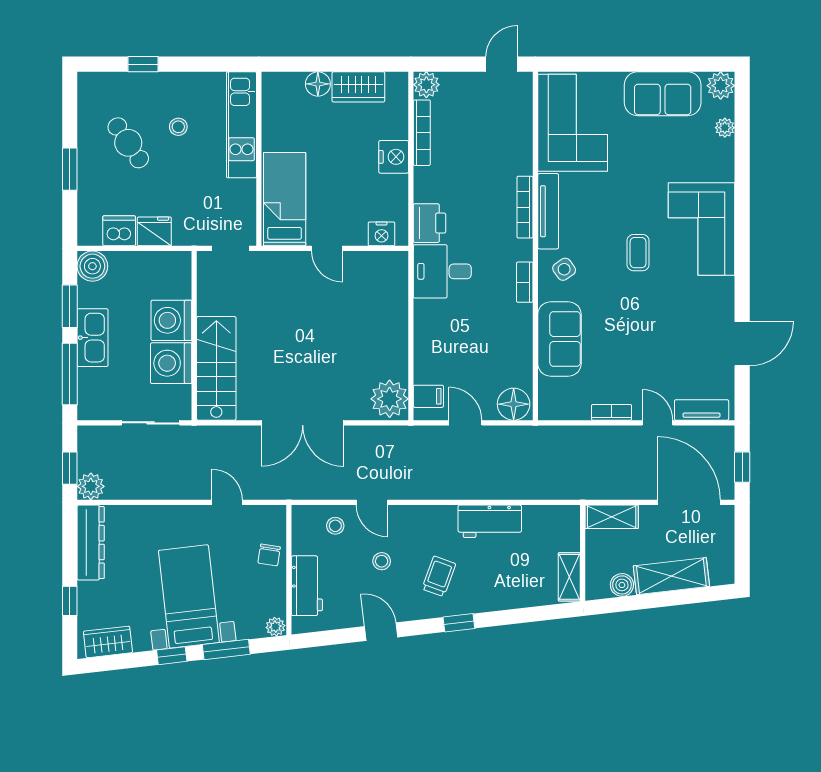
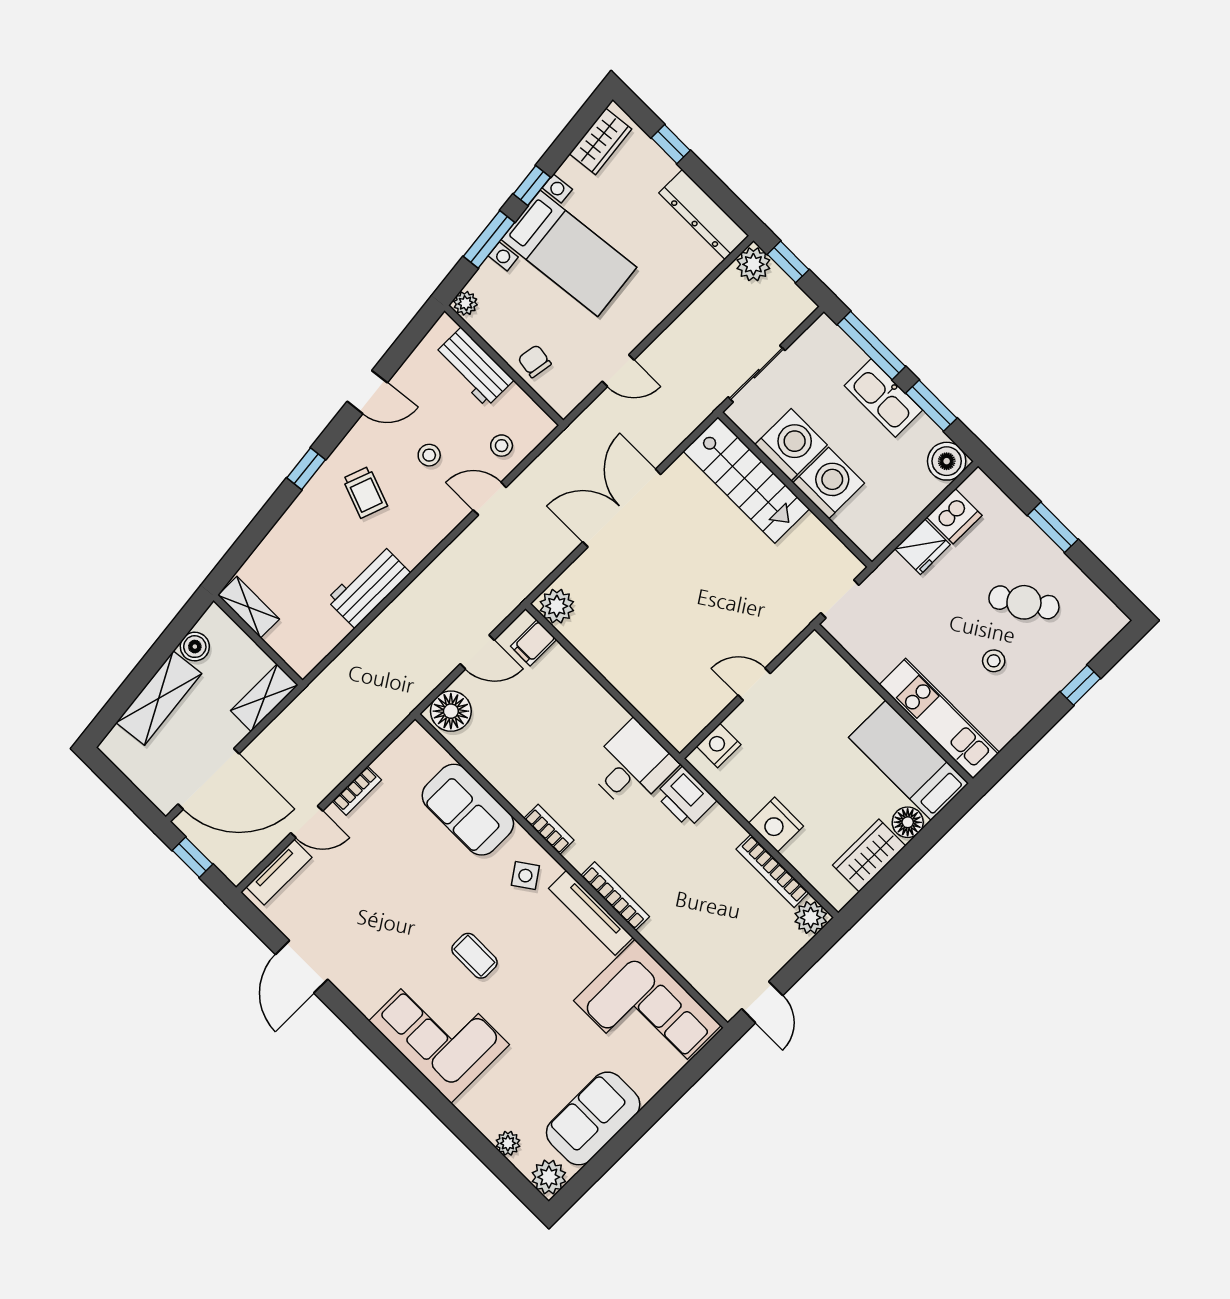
bed: (285, 199) -> (909, 760), moved, turned 180
plant: (390, 399) -> (557, 606), width x0.73, depth x0.73

